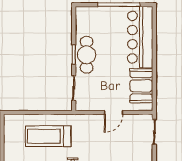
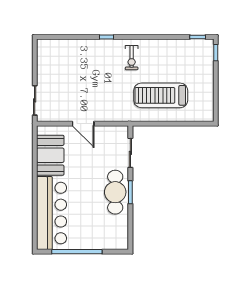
door: (114, 112) -> (83, 124), swing flipped
treadmill: (48, 136) -> (161, 95), turned 180

